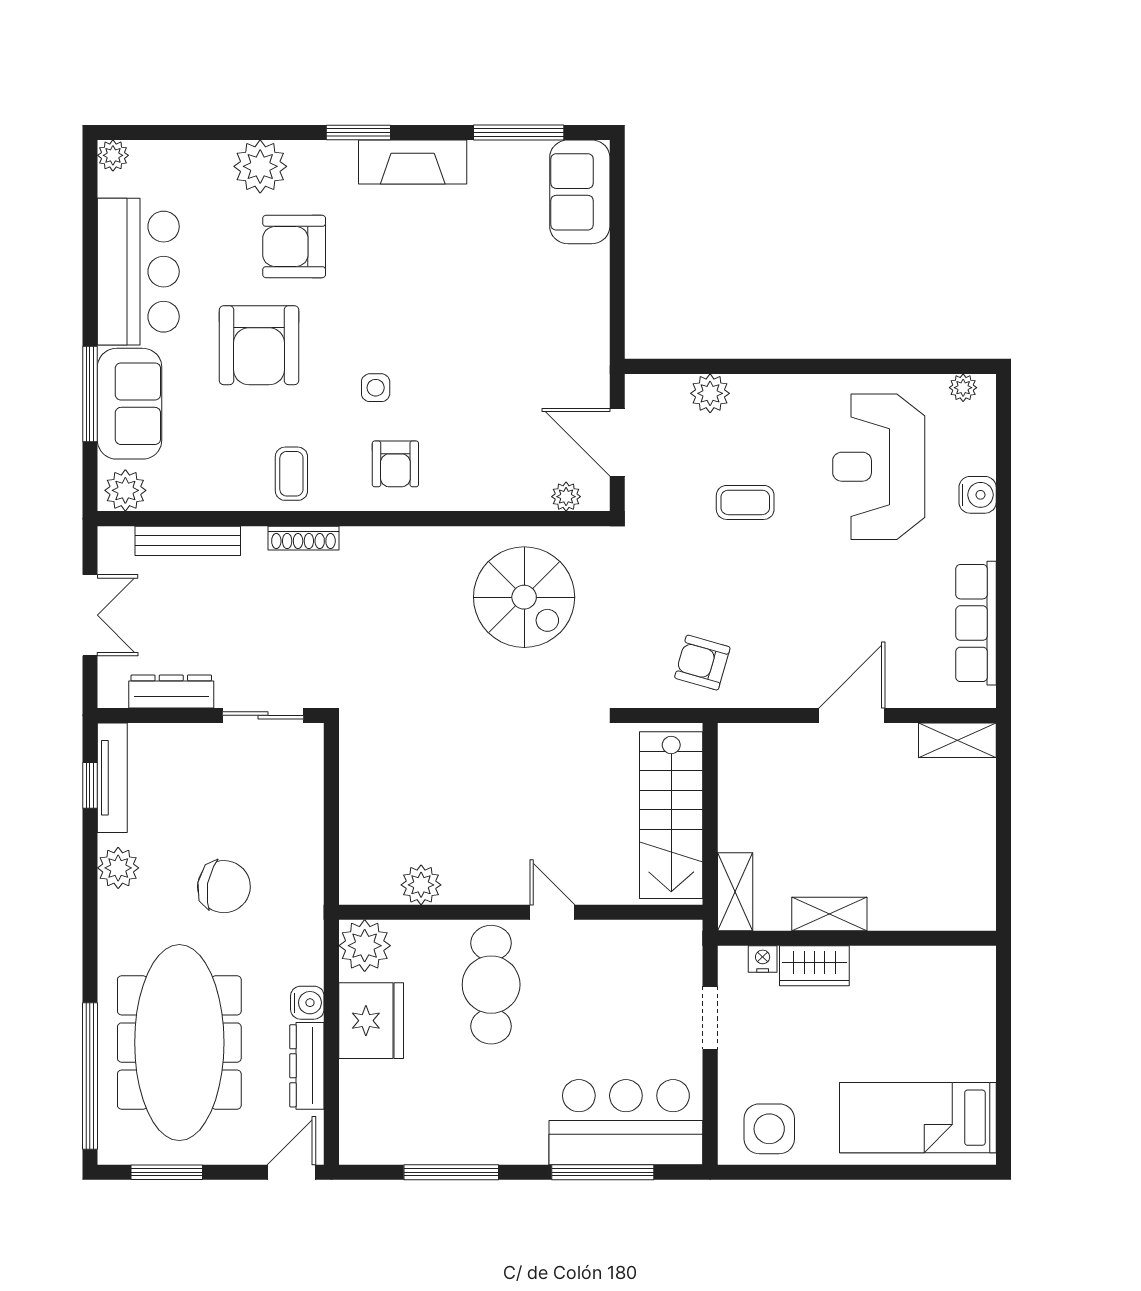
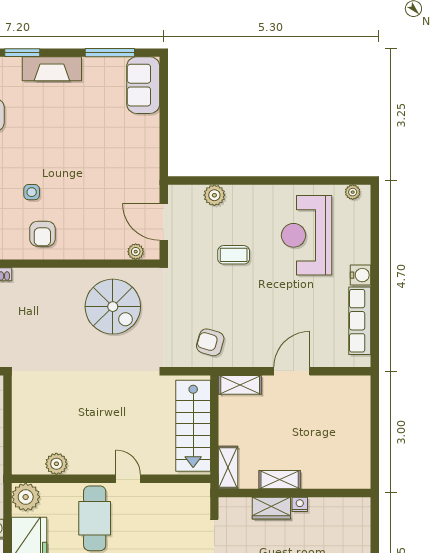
water cooler: (978, 495) -> (361, 275), moved
shelving: (957, 740) -> (240, 385), moved
nightstand: (763, 959) -> (300, 504), moved

